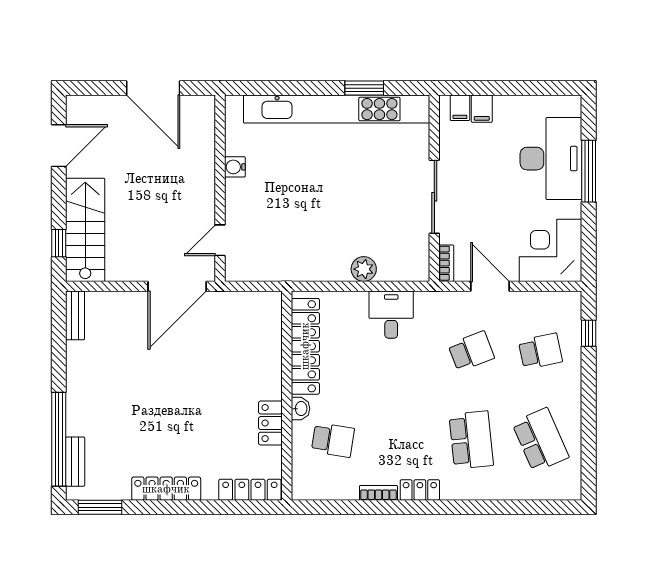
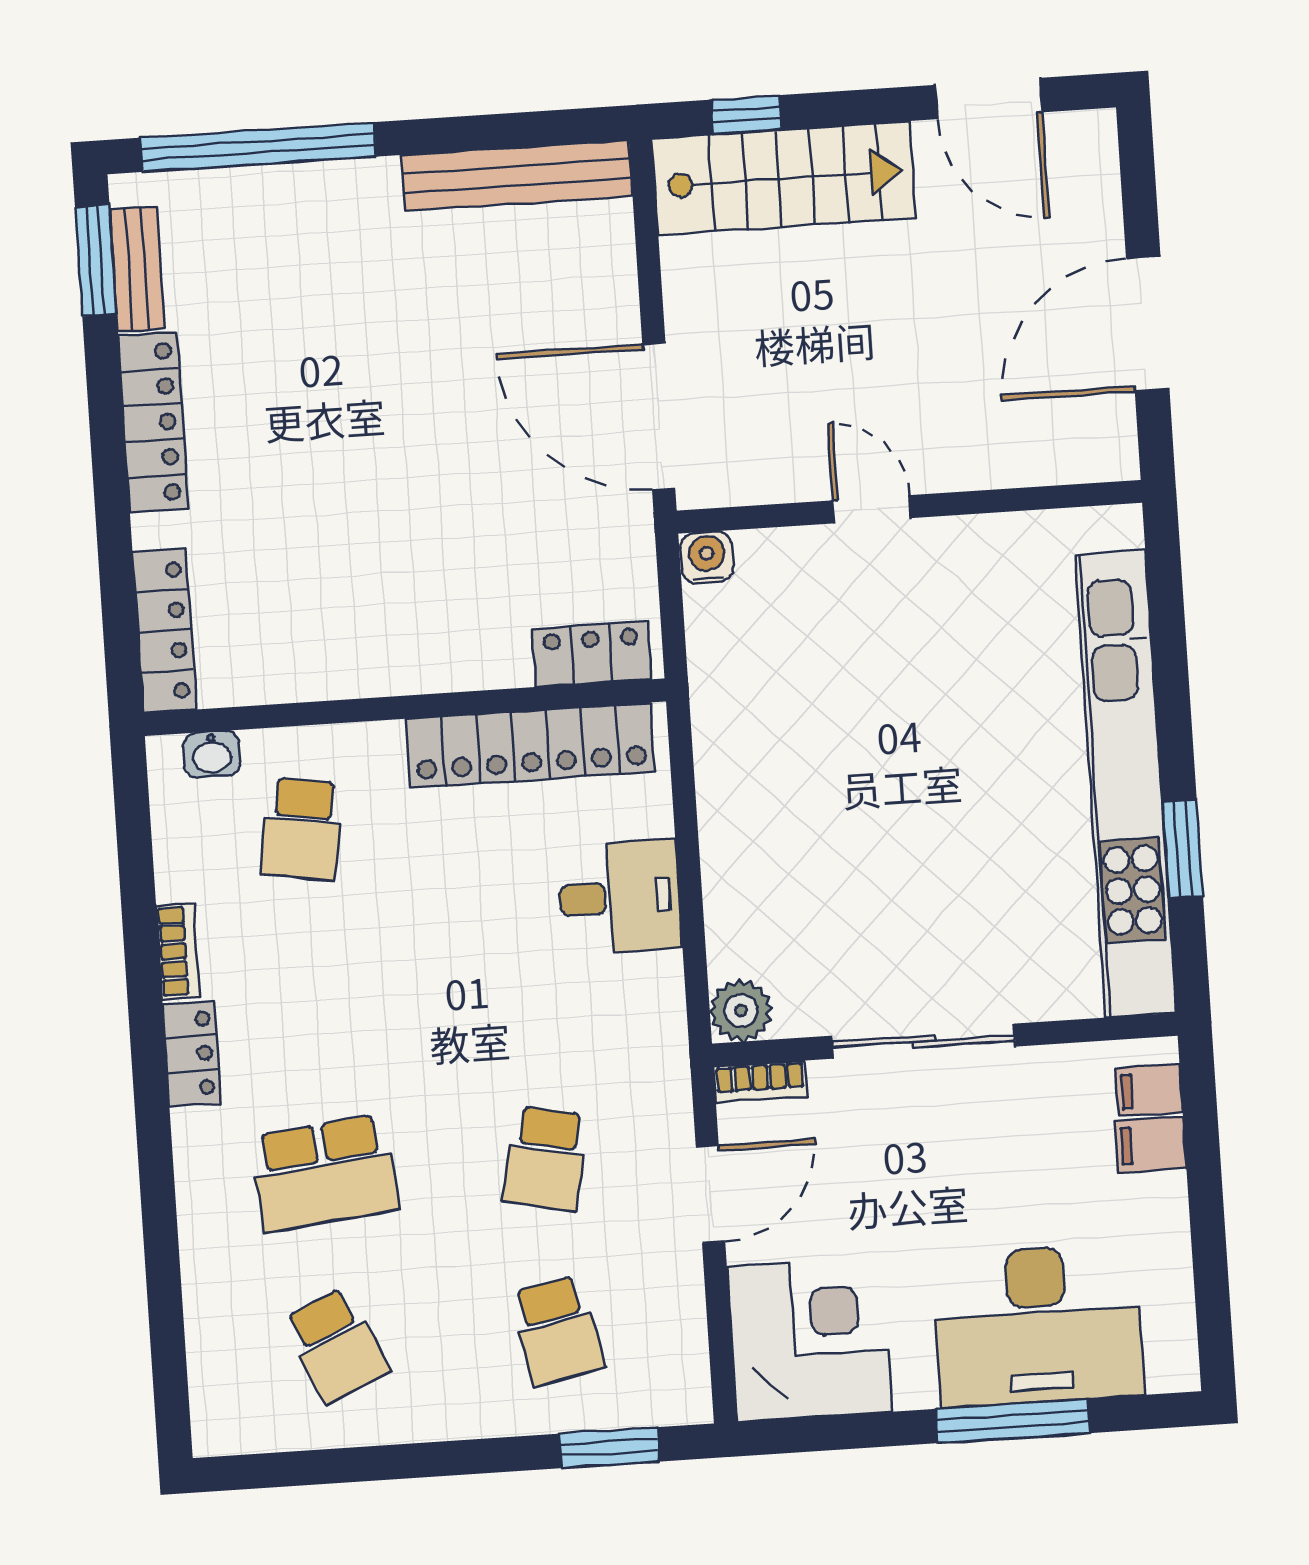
water cooler: (235, 167) -> (707, 557), moved
door: (220, 240) -> (872, 509), moved
plant: (364, 269) -> (741, 1011), moved
bench: (75, 315) -> (517, 176), width x1.86, depth x1.21
desk: (391, 315) -> (620, 897), moved
window: (589, 333) -> (609, 1448), width x1.50
school desk: (471, 351) -> (546, 1158), turned 33
washbasin: (301, 409) -> (212, 754), moved
locker: (270, 423) -> (591, 654), moved
school desk: (540, 440) -> (336, 1345), width x0.54
bench: (75, 462) -> (137, 269), moved, turned 90

